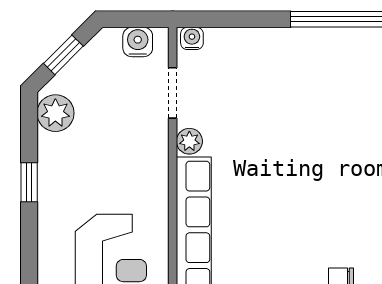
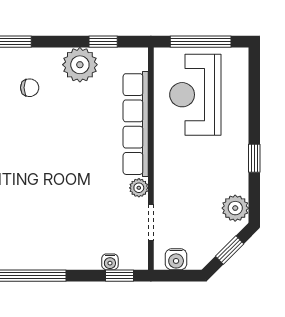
window: (216, 19) -> (119, 276), added
water cooler: (192, 38) -> (110, 262), moved

